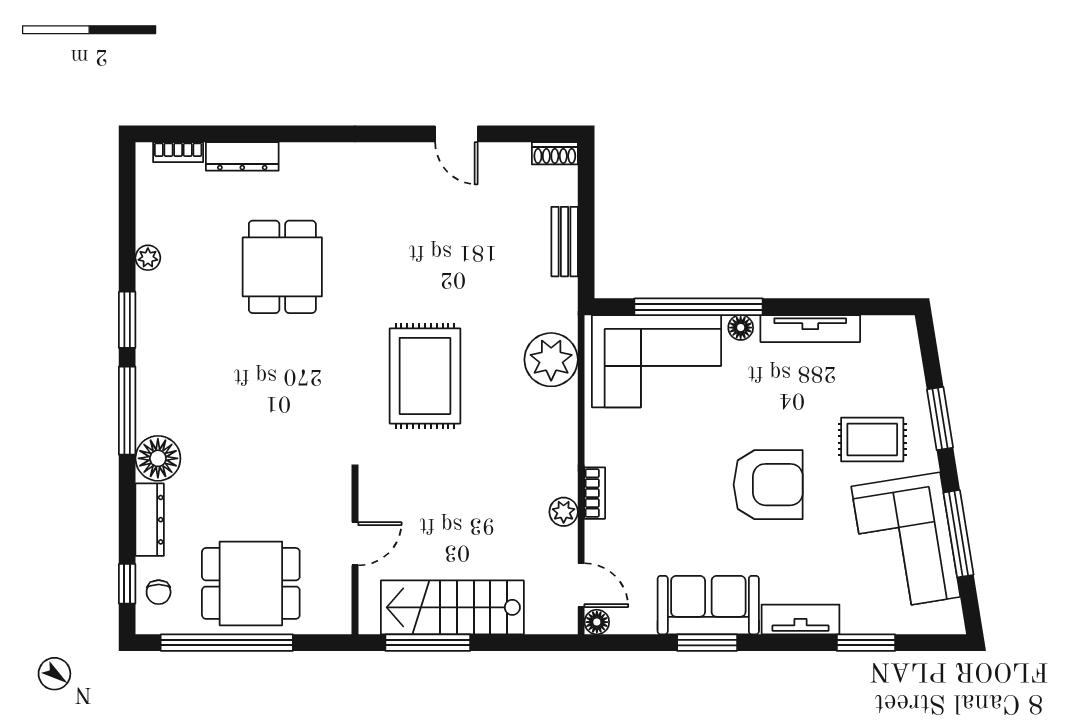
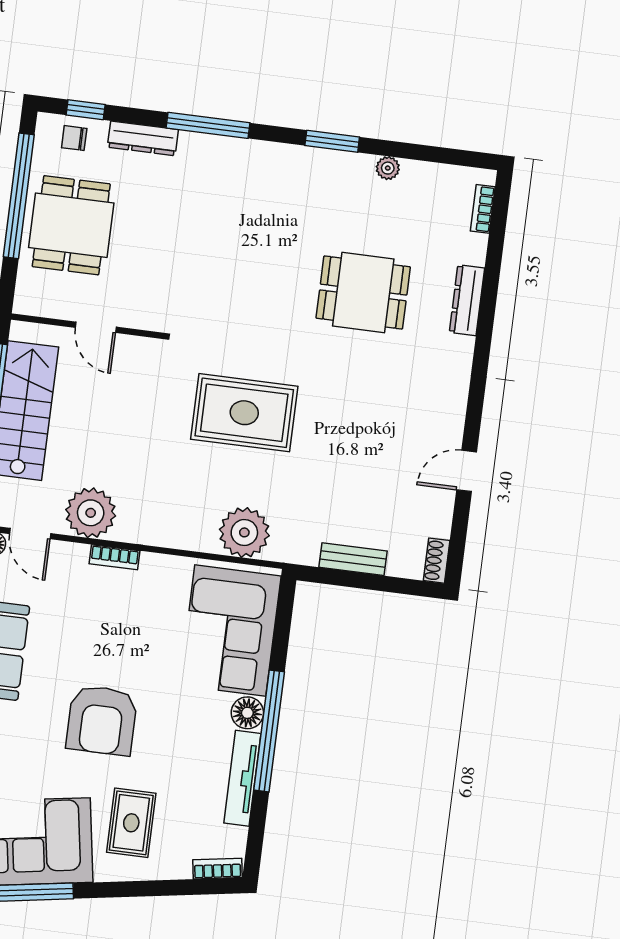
dresser: (242, 156) -> (467, 300), moved
window: (699, 307) -> (269, 731), moved
floor lamp: (741, 328) -> (247, 713), width x1.37, depth x1.37
bookcase: (909, 343) -> (217, 869), added
window: (127, 411) -> (208, 125), moved
window: (940, 418) -> (143, 889), removed
floor lamp: (158, 458) -> (199, 153), removed
plant: (564, 512) -> (91, 513), width x1.88, depth x1.88
door: (581, 585) -> (30, 534), hinge flipped

